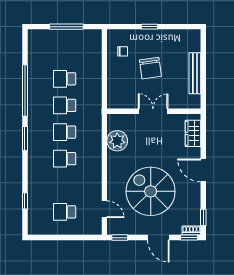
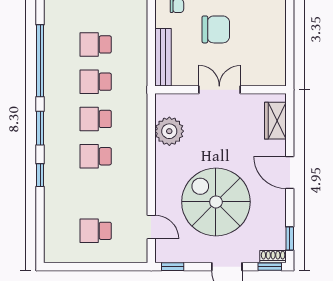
chair: (150, 68) -> (216, 29), turned -82
bench: (195, 73) -> (163, 57), moved
window: (25, 201) -> (40, 175), moved

